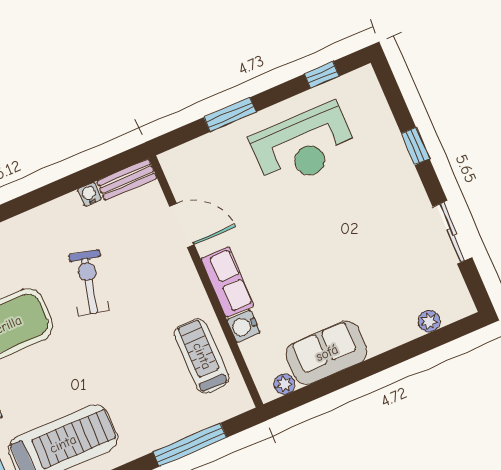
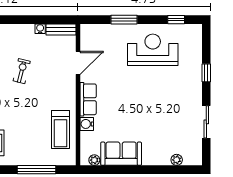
reception desk: (303, 146) -> (153, 50), turned 180
door: (182, 226) -> (78, 63), hinge flipped
exercise bike: (89, 283) -> (22, 71), width x0.73, depth x0.72
treadmill: (202, 356) -> (60, 129), turned 180

